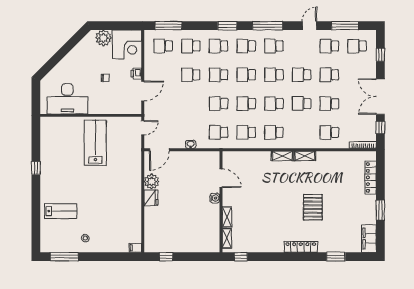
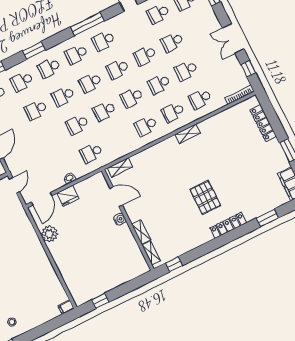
window: (227, 26) -> (34, 50), moved
double door: (380, 97) -> (233, 38), width x0.73
school desk: (246, 132) -> (173, 112), moved
shelving: (282, 156) -> (120, 167), moved
fridge: (151, 198) -> (68, 196), moved, turned 90
pallet: (313, 207) -> (205, 197), moved

